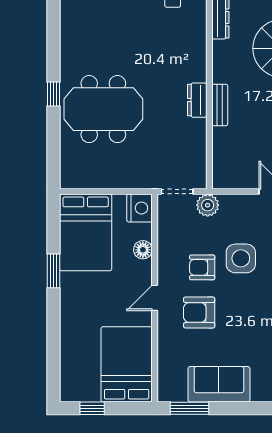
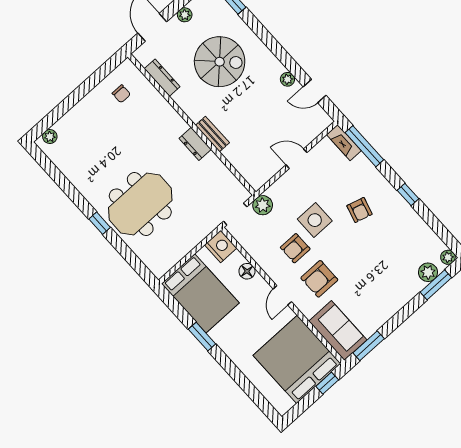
bed: (127, 364) -> (297, 359), width x1.36
sofa: (219, 384) -> (338, 331), moved, turned 90
window: (92, 408) -> (327, 383), moved

